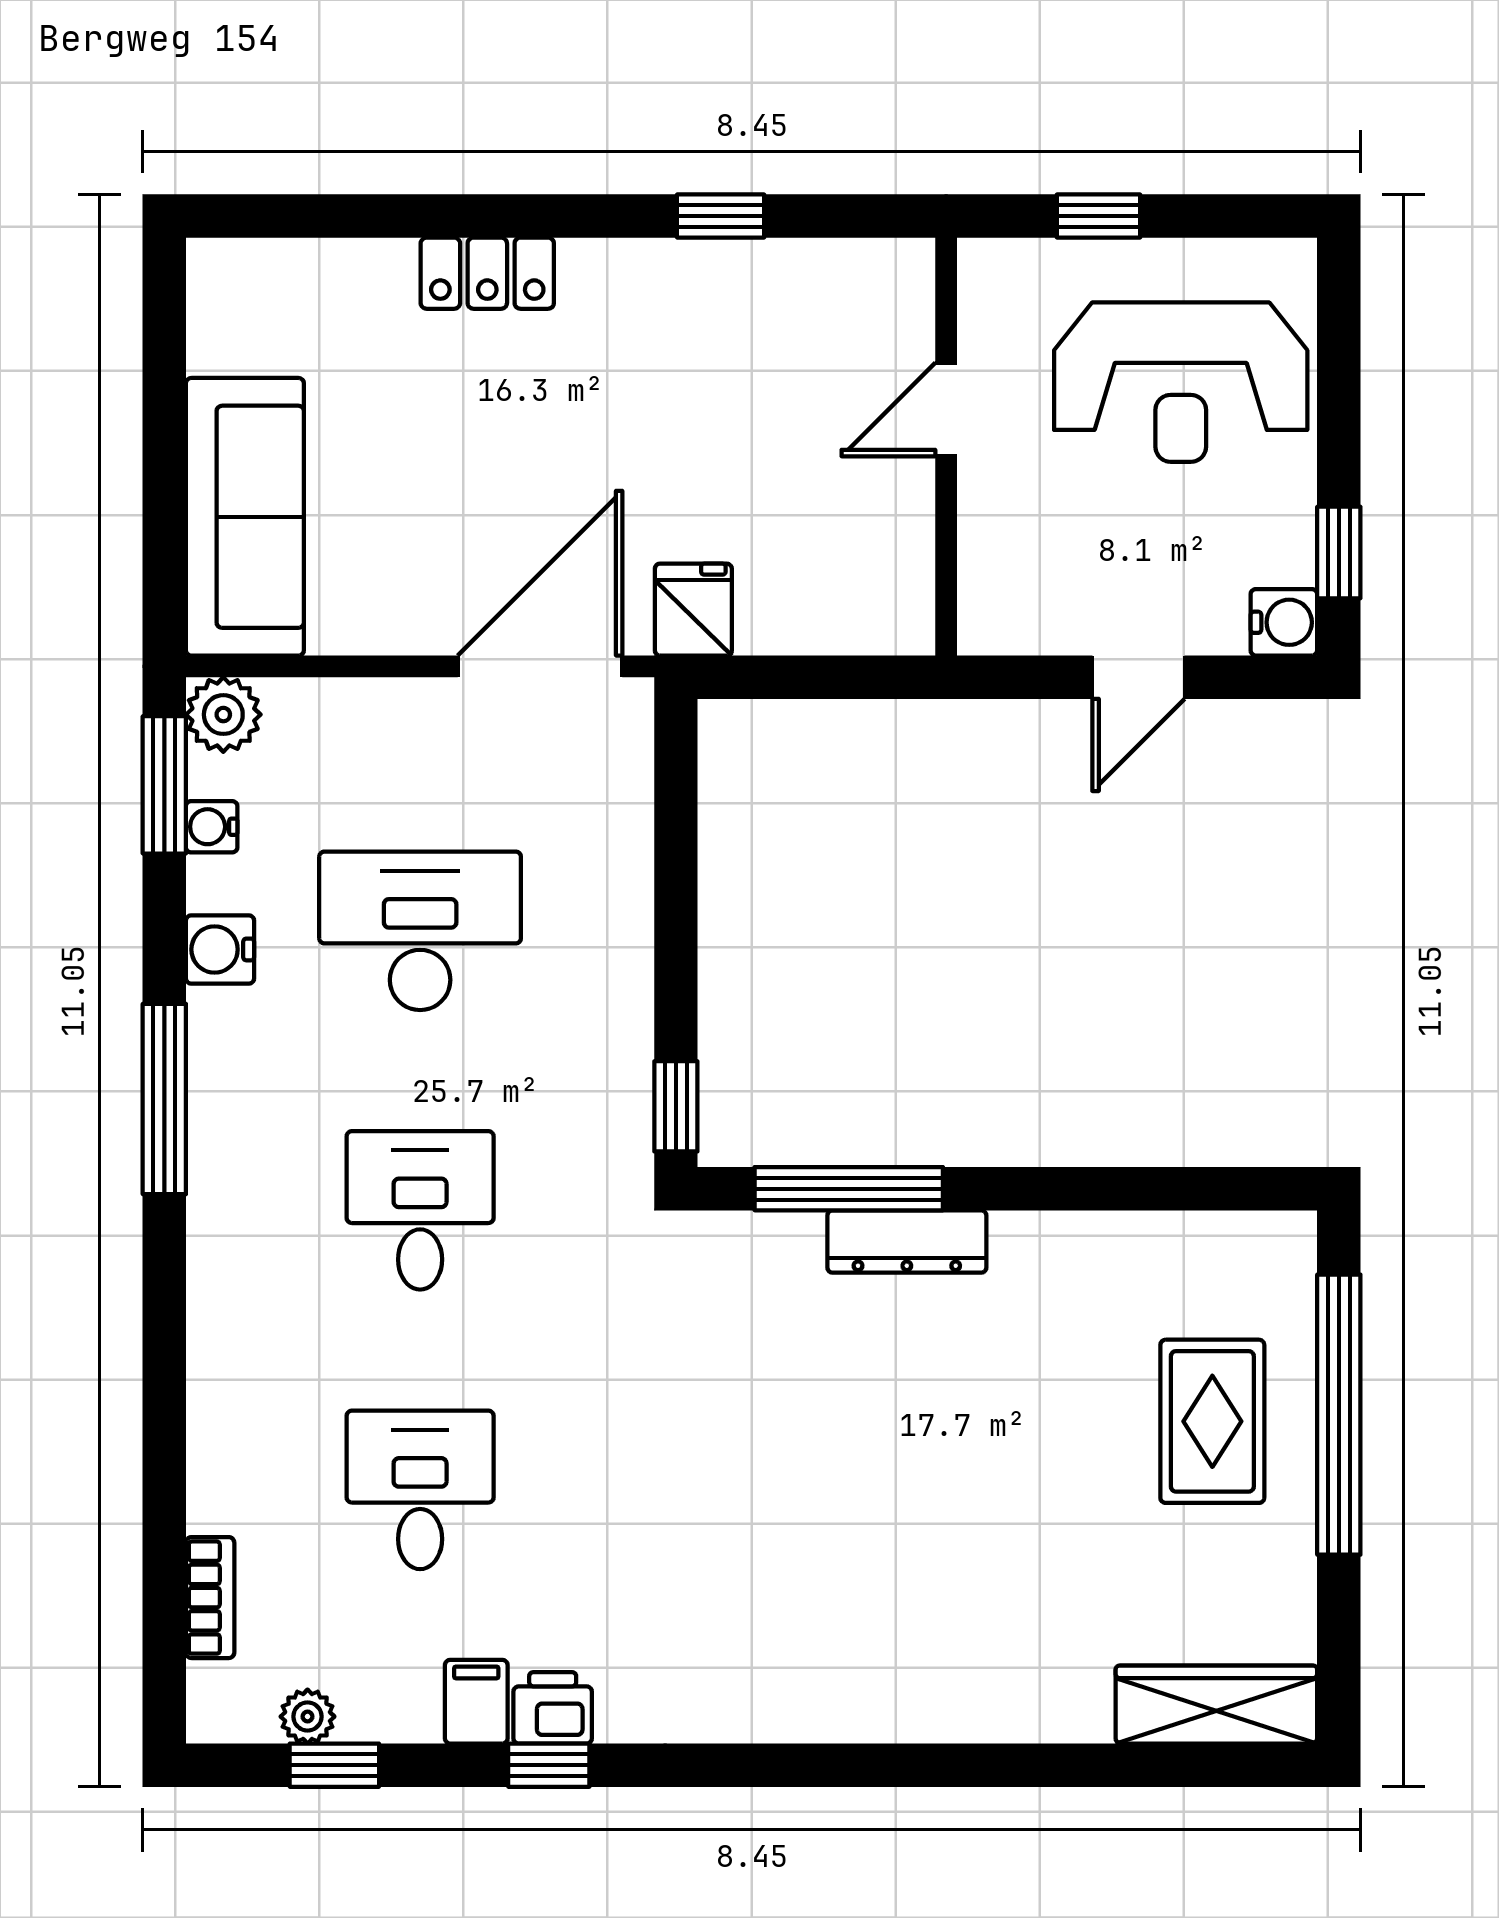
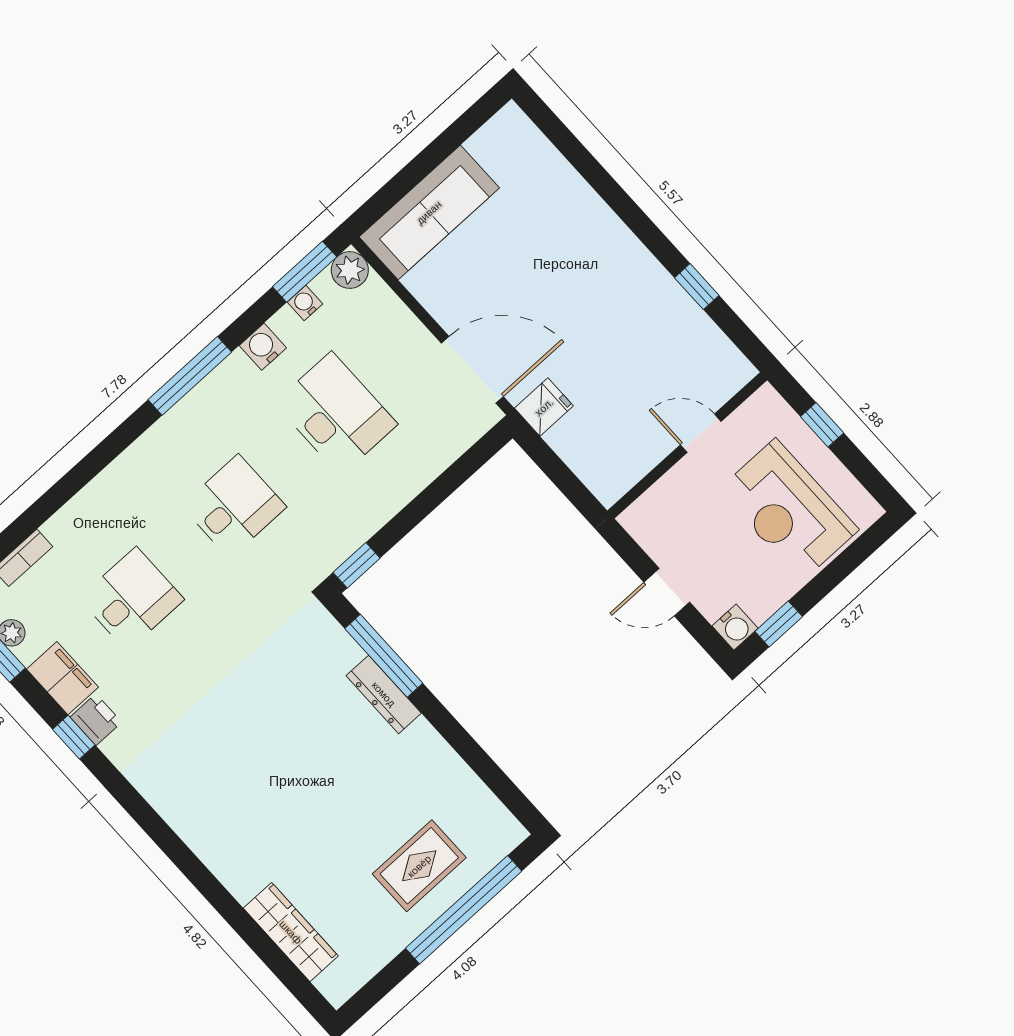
locker: (487, 273) -> (599, 220), removed
filing cabinet: (476, 1702) -> (62, 678), width x2.00
wardrobe: (1216, 1705) -> (291, 932), moved

